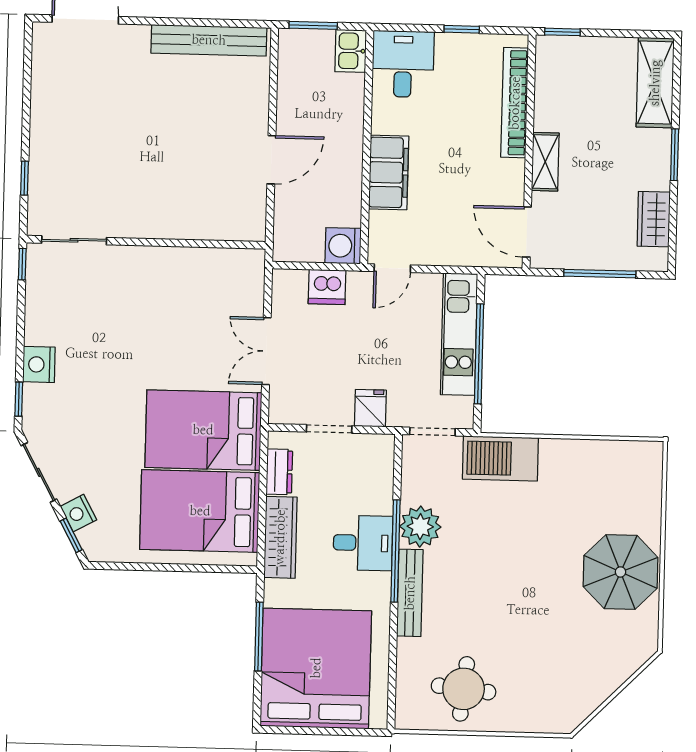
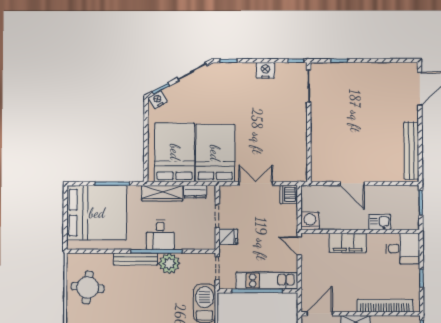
kitchen sink: (351, 51) -> (380, 222), moved
dishwasher: (327, 287) -> (289, 194), moved
nightstand: (39, 364) -> (265, 70), moved
nightstand: (78, 513) -> (158, 100), moved

